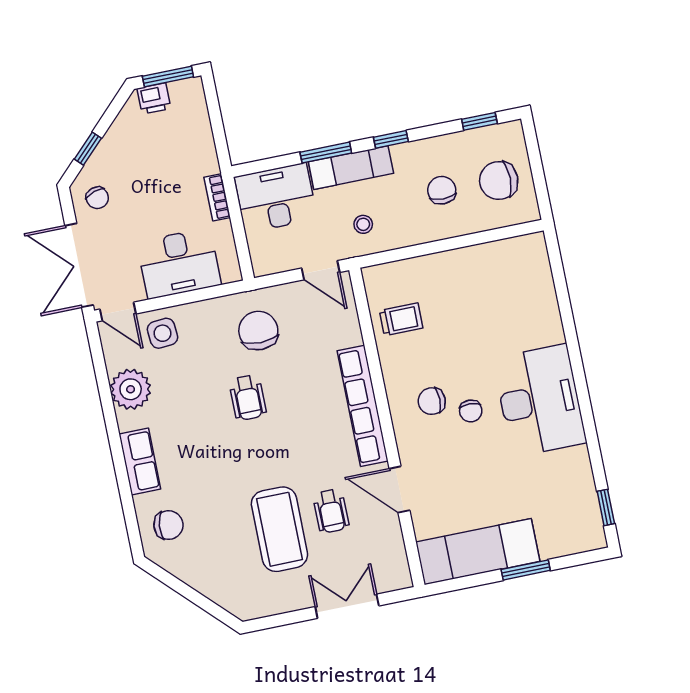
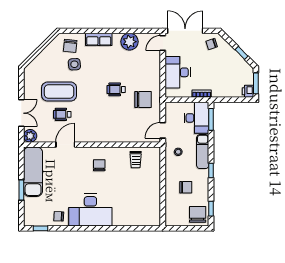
printer: (154, 98) -> (248, 91), moved
window: (88, 149) -> (242, 53), moved
window: (326, 153) -> (211, 119), moved
chair: (499, 180) -> (198, 214), moved
side table: (162, 333) -> (74, 64), moved
row of seats: (363, 406) -> (103, 136), removed
chair: (471, 411) -> (59, 216), moved
plant: (396, 575) -> (30, 136), added

